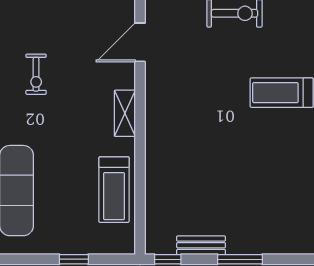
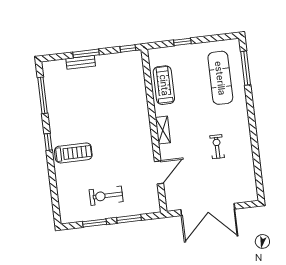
bench: (201, 245) -> (81, 62), moved

